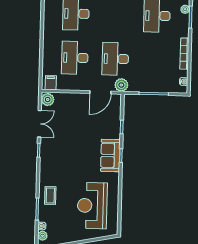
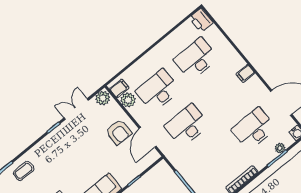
plant: (121, 85) -> (128, 100), moved
door: (100, 92) -> (148, 137), hinge flipped
armchair: (80, 109) -> (119, 132), added
double door: (39, 124) -> (76, 109), swing flipped

